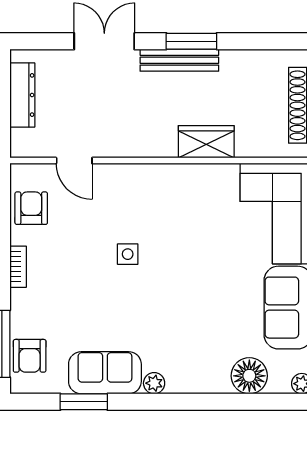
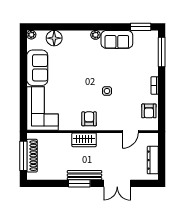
wardrobe: (206, 142) -> (84, 140), moved
door: (74, 161) -> (130, 132), swing flipped
armchair: (30, 356) -> (89, 119), moved
window: (84, 402) -> (141, 27), moved

